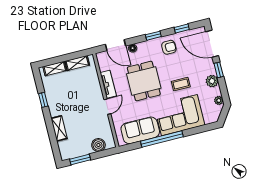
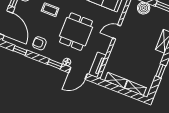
window: (153, 36) -> (55, 64), moved
door: (116, 45) -> (78, 73), swing flipped
tv unit: (108, 84) -> (98, 65), moved

